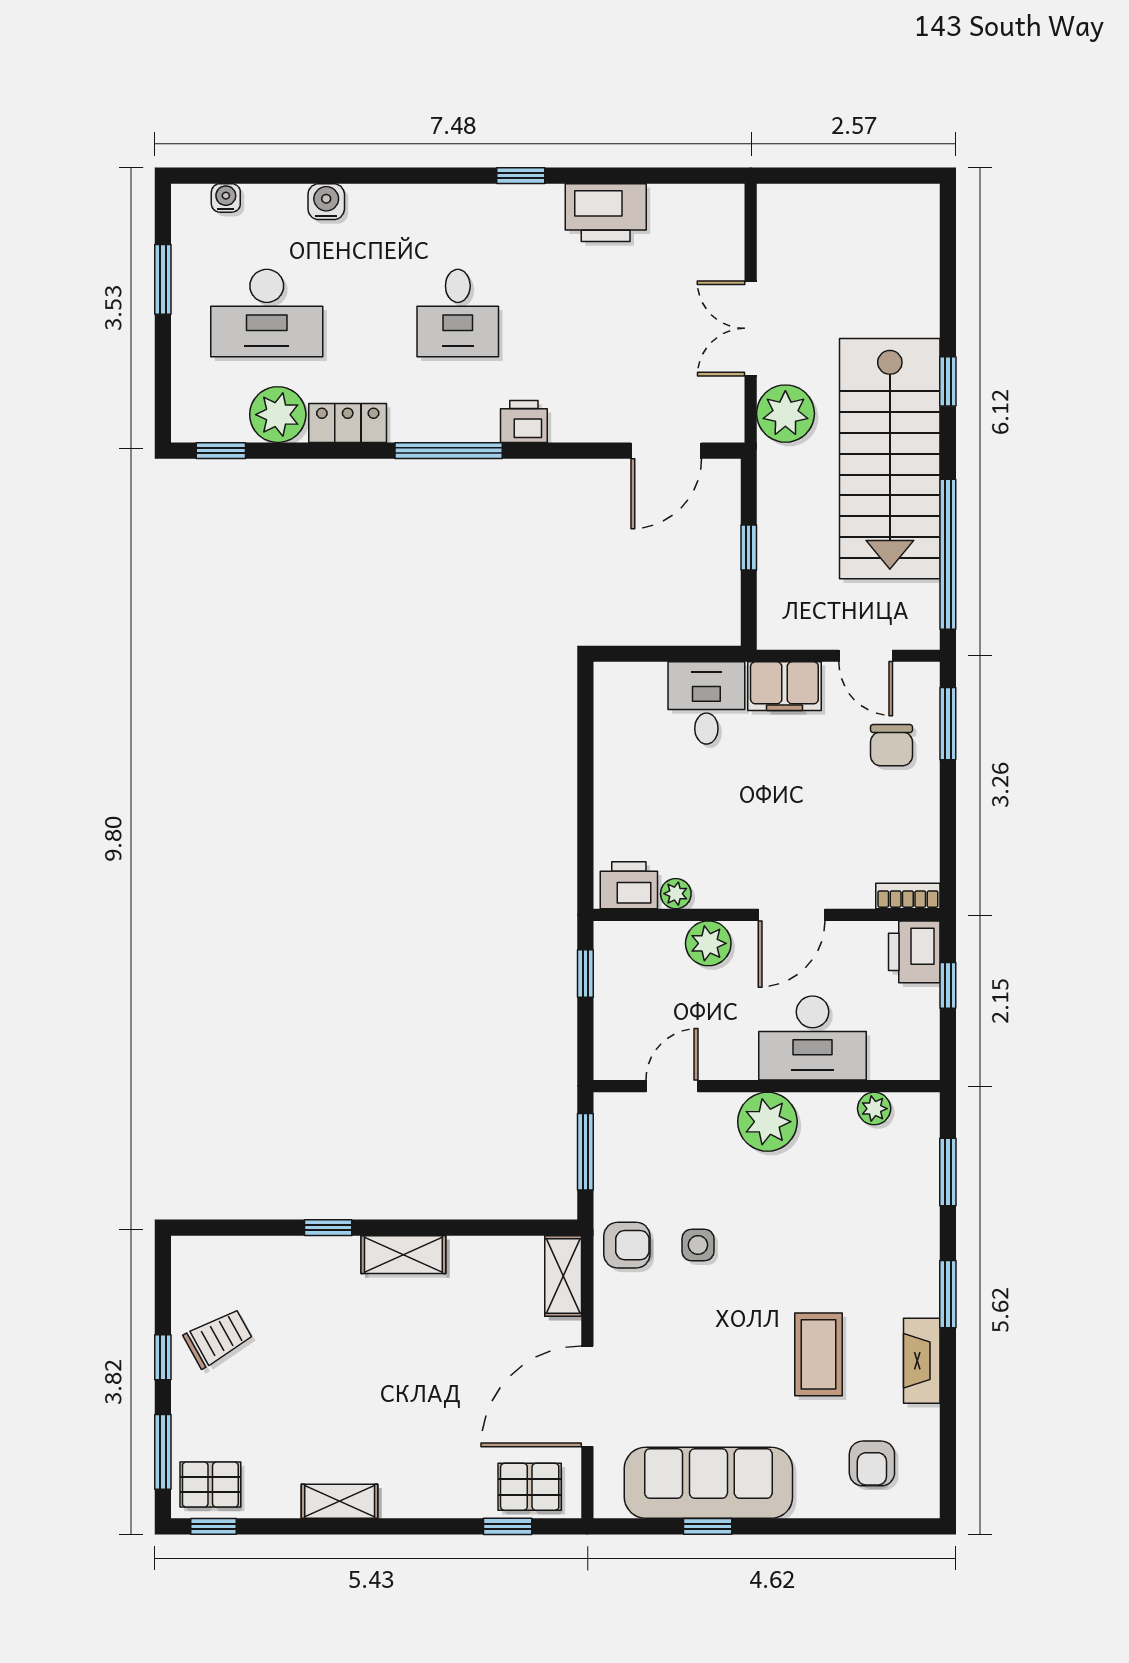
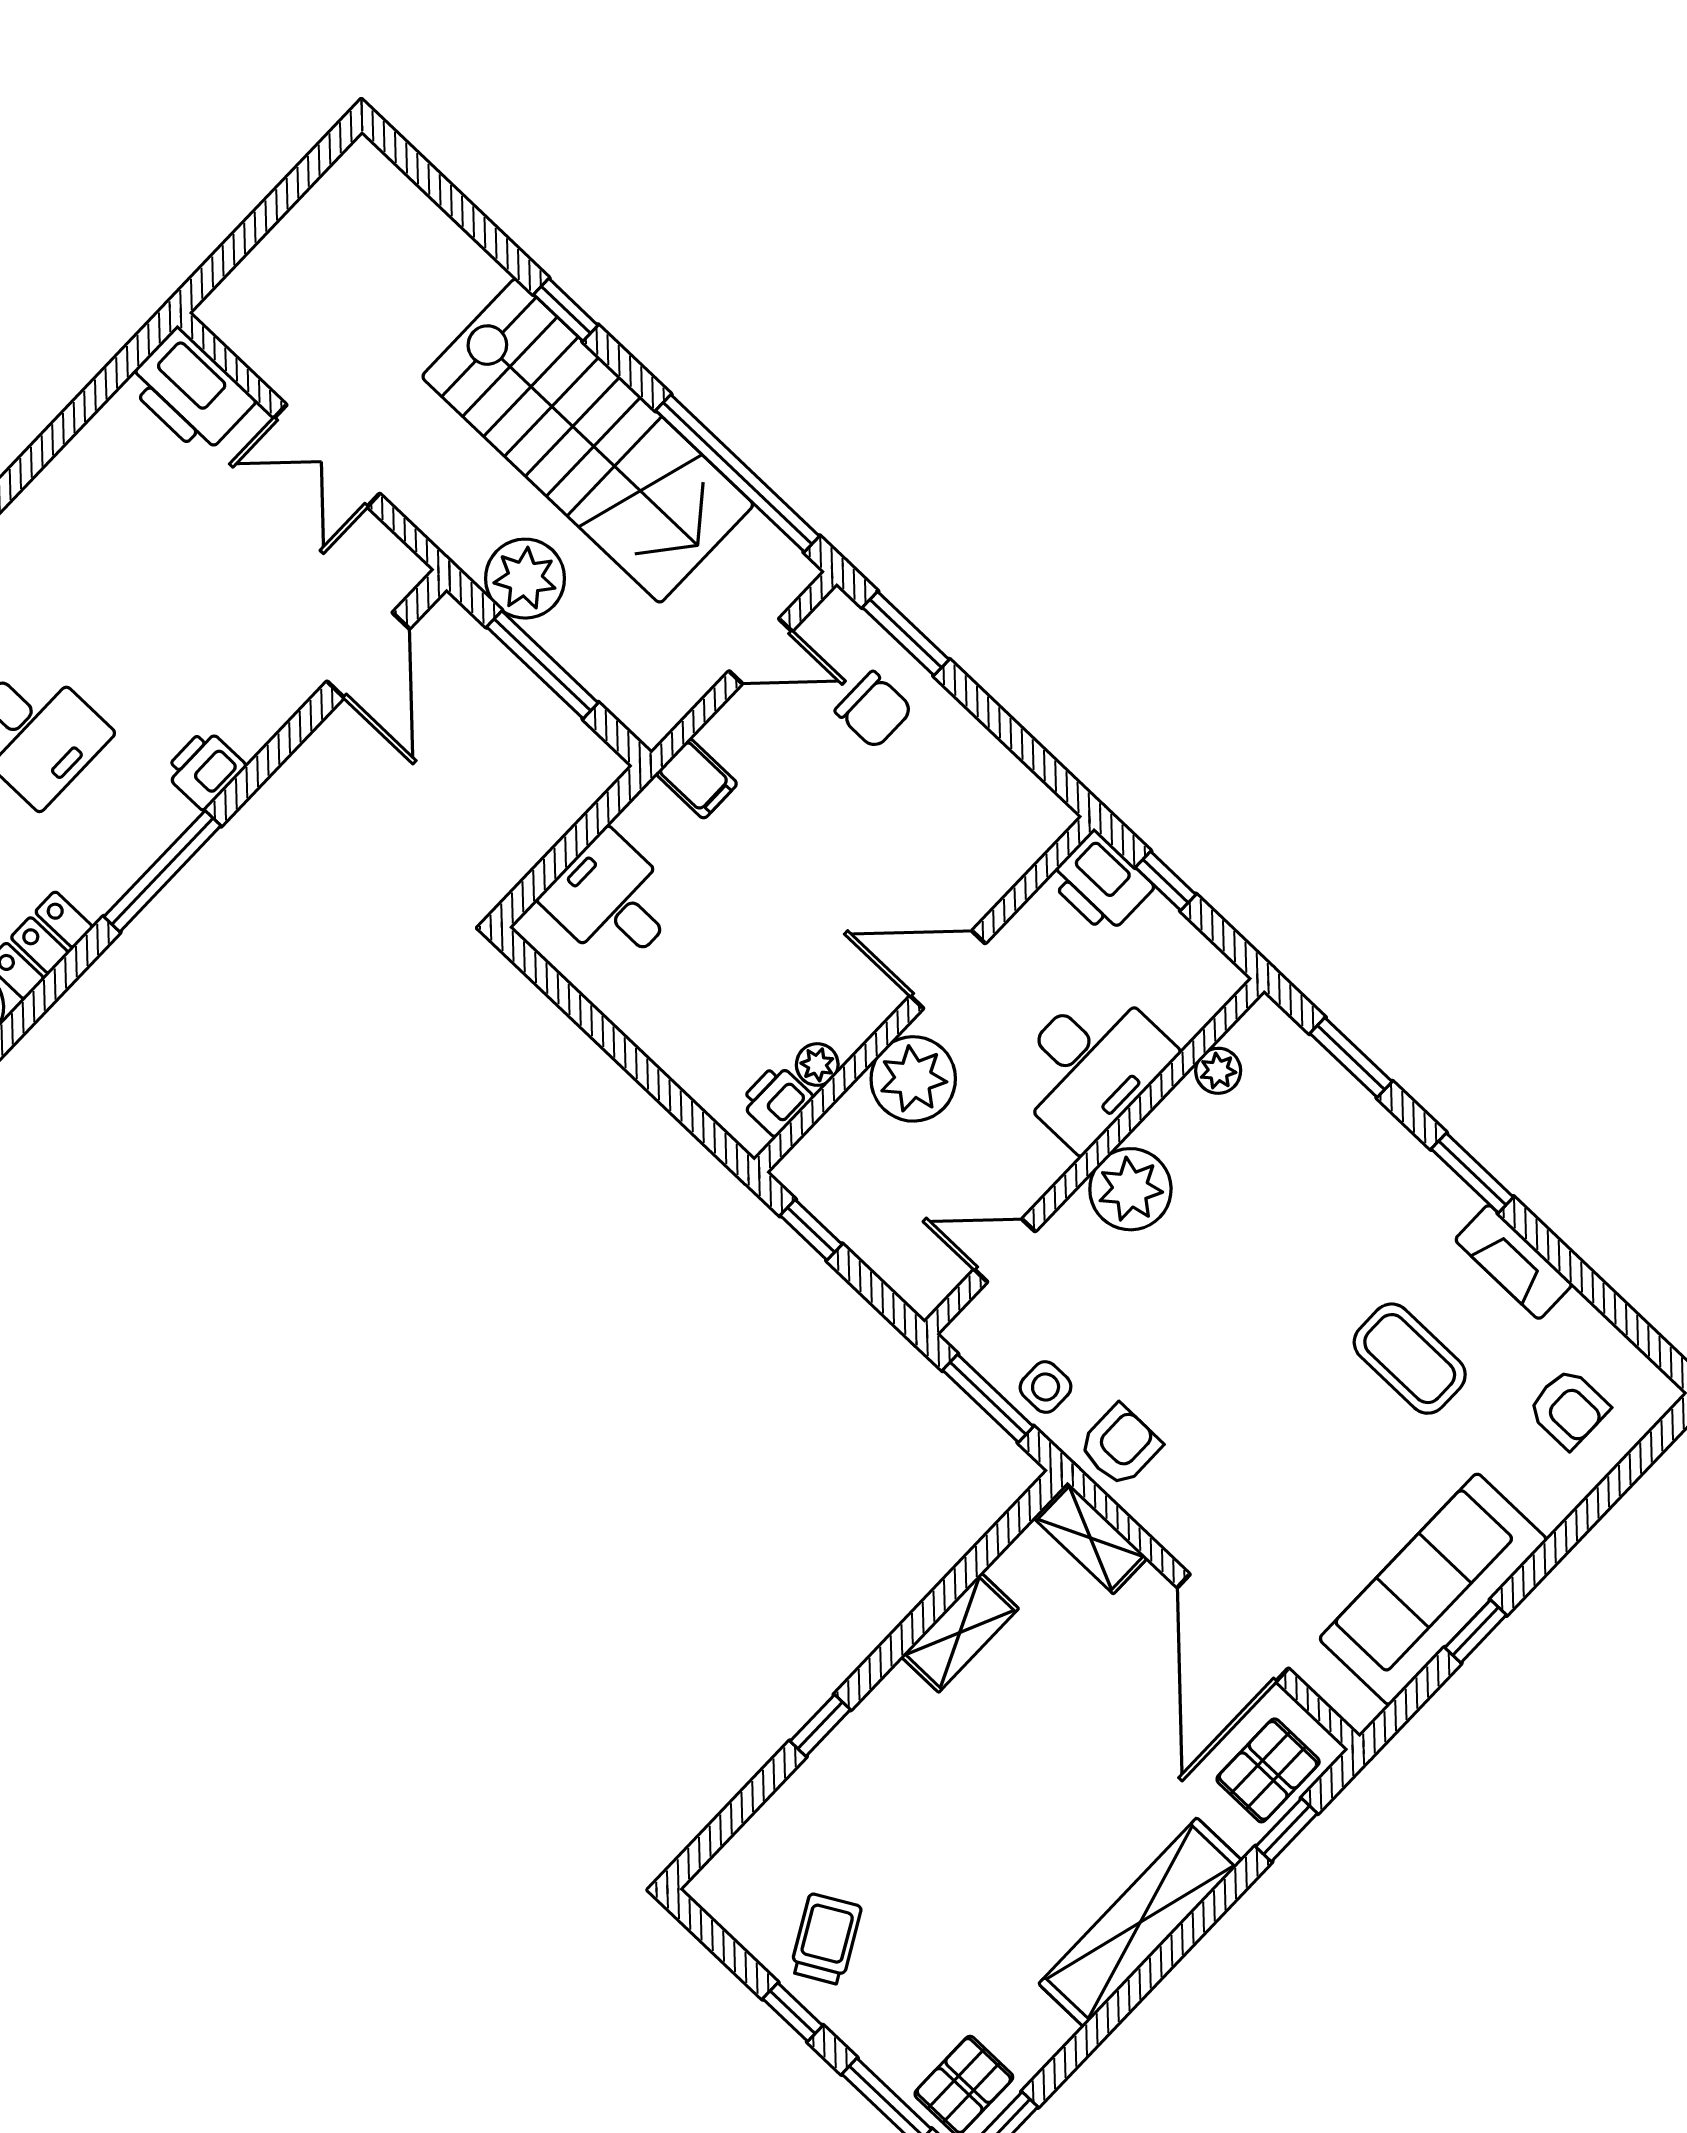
printer: (606, 213) -> (190, 392), moved, turned 90
plant: (785, 414) -> (525, 579), moved
window: (749, 547) -> (542, 665), width x2.17
filing cabinet: (784, 686) -> (697, 779), width x0.50
desk: (706, 703) -> (612, 901), moved
printer: (629, 885) -> (776, 1100), width x0.73, depth x0.81
bookcase: (908, 896) -> (1039, 836), removed
door: (792, 915) -> (948, 970), swing flipped
plant: (708, 943) -> (913, 1079), width x1.36, depth x1.36
door: (672, 1086) -> (1005, 1250), hinge flipped
side table: (698, 1245) -> (1046, 1387), moved
shelving: (403, 1255) -> (960, 1633), moved
shelving: (340, 1501) -> (1140, 1922), width x2.20, depth x1.33

